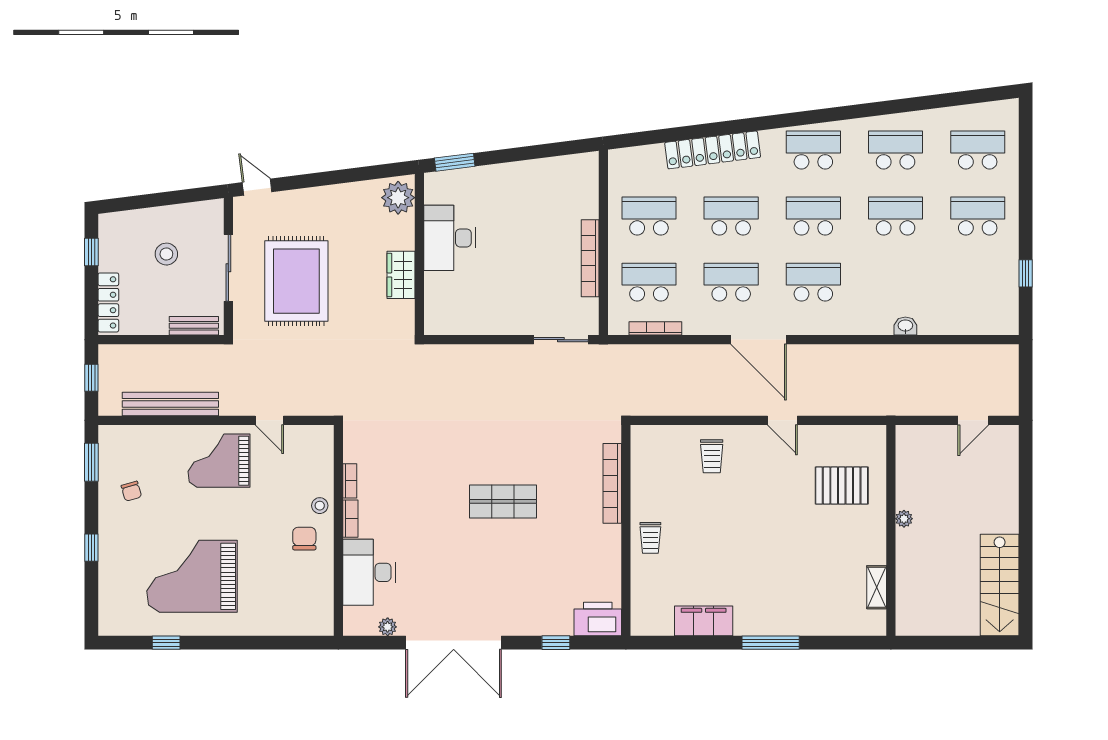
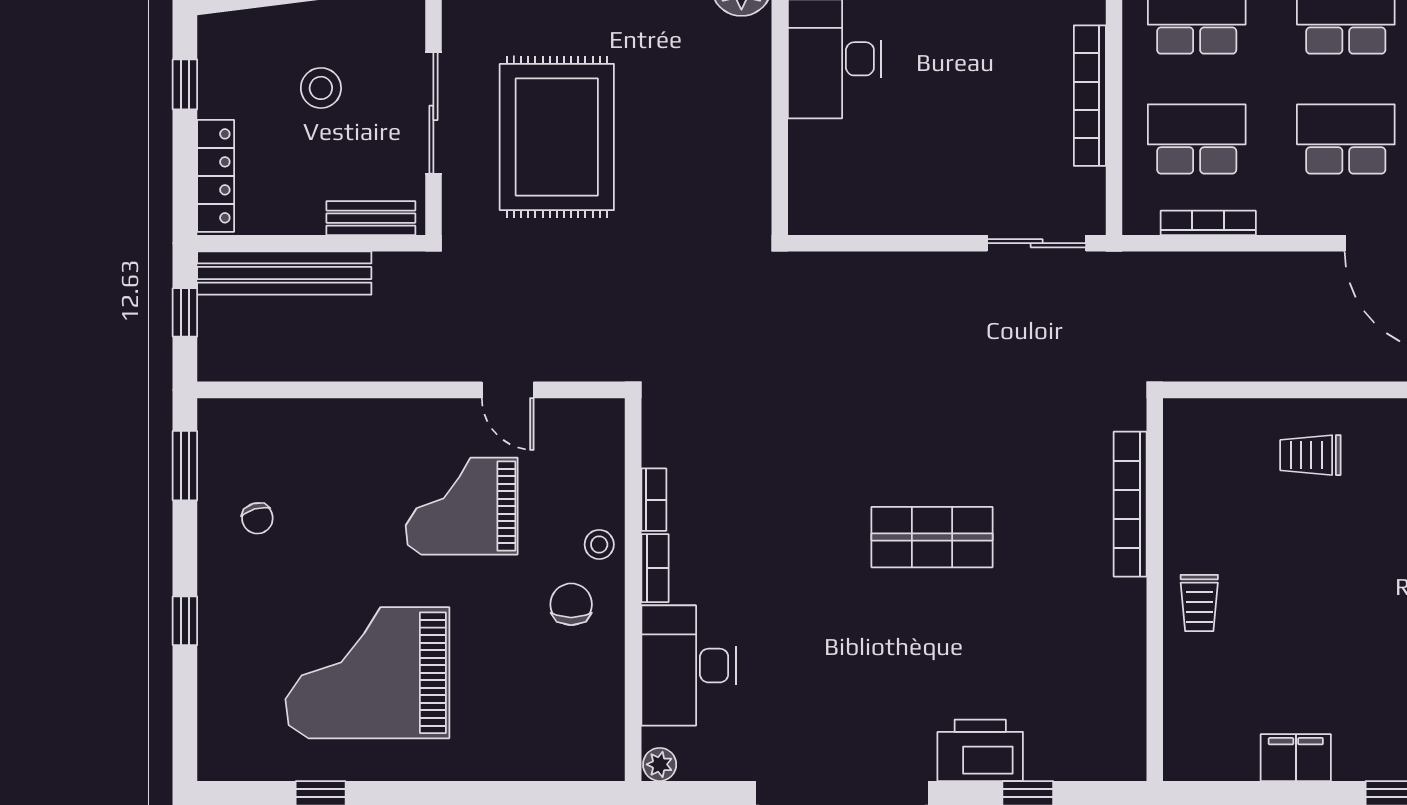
wardrobe: (401, 275) -> (747, 126), removed
bench: (170, 404) -> (284, 273), moved
trolley: (712, 456) -> (1310, 455), turned 90
grand piano: (219, 461) -> (462, 506), moved
printer: (598, 619) -> (980, 750), moved
filing cabinet: (704, 621) -> (1296, 758), width x0.67, depth x0.86
plant: (388, 627) -> (660, 764), moved

